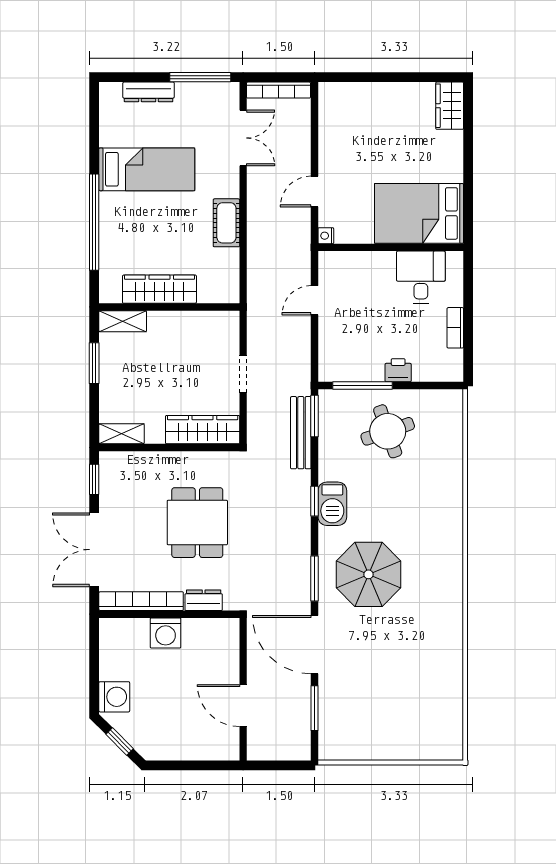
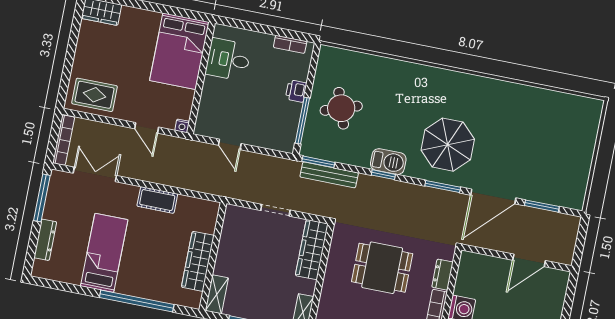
rug: (343, 118) -> (94, 95), added
bookcase: (455, 328) -> (290, 44), moved

